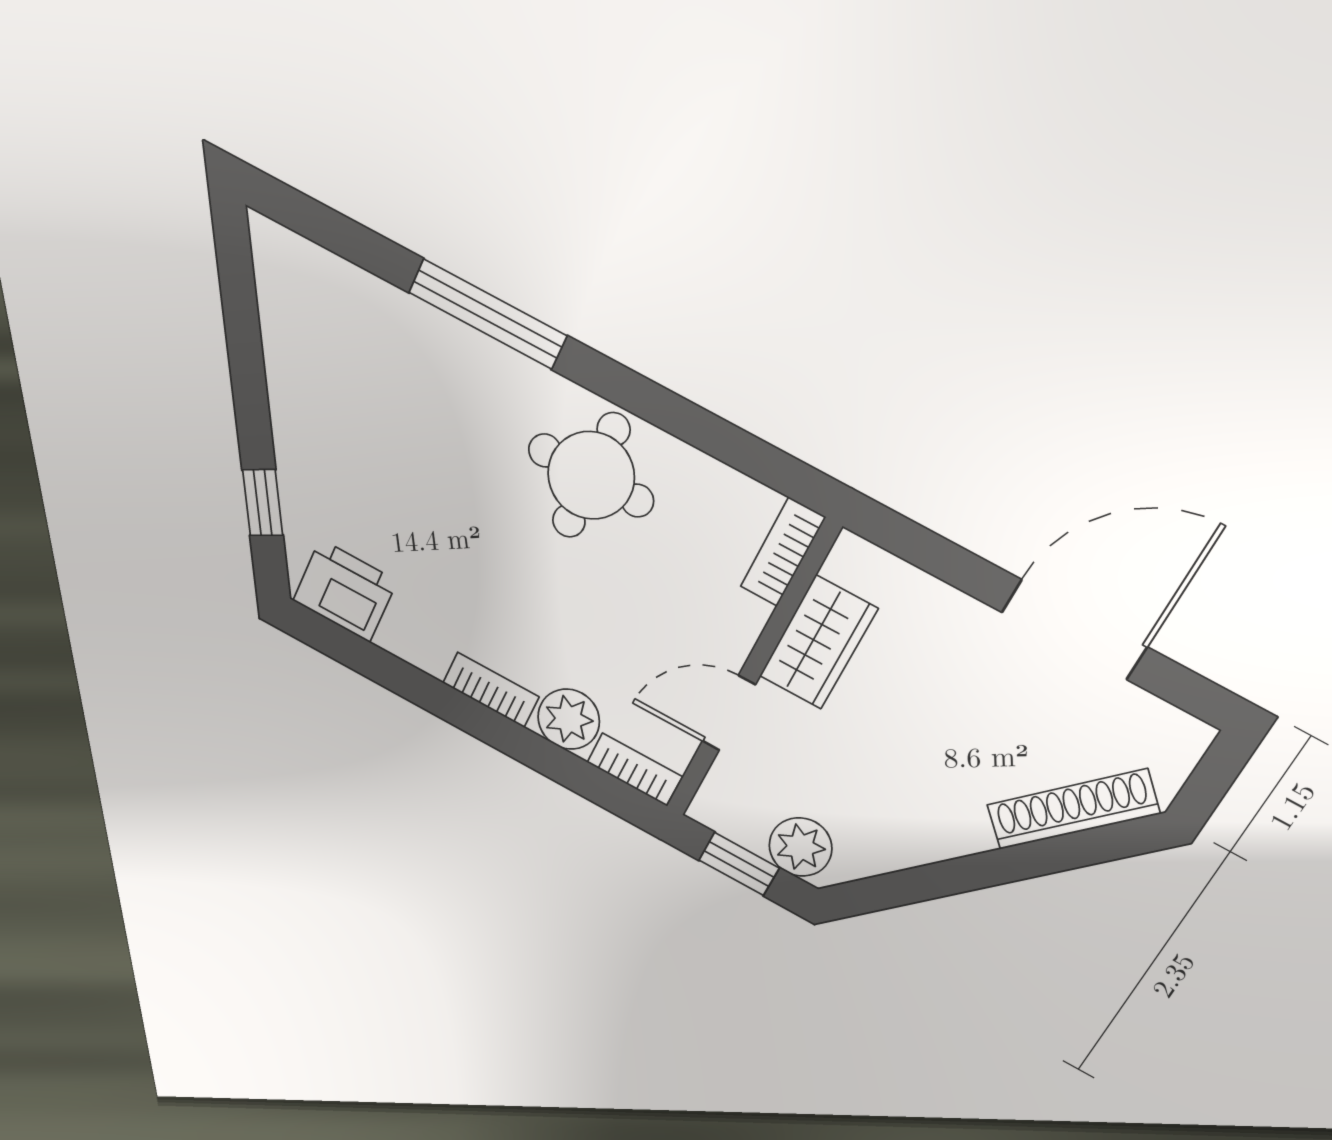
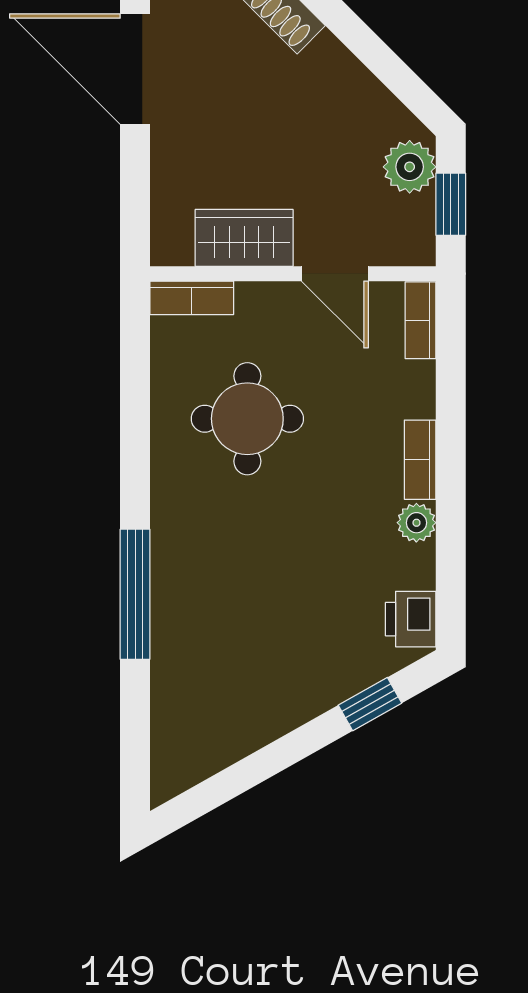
round table: (591, 475) -> (247, 419), moved
printer: (345, 591) -> (411, 619), width x0.73, depth x0.81
plant: (569, 719) -> (416, 523), moved, width x0.73, depth x0.73

